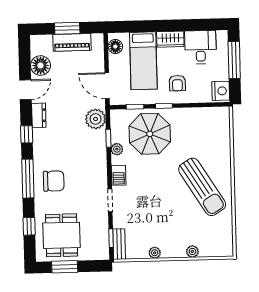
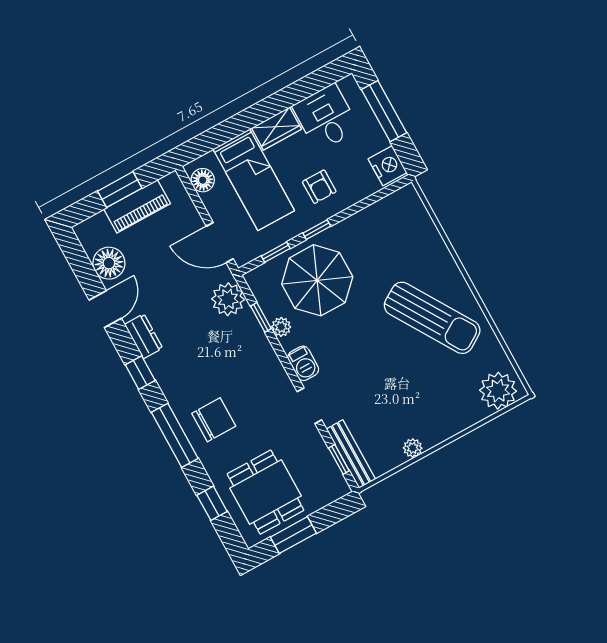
bench: (119, 244) -> (351, 454), width x1.36
plant: (192, 251) -> (498, 391), moved, width x1.87, depth x1.87

